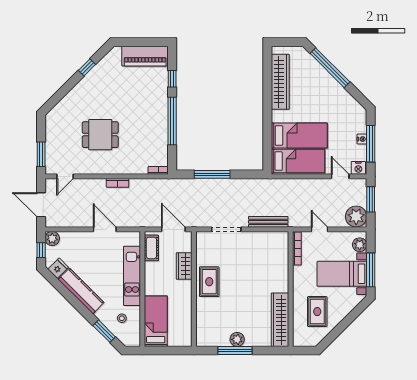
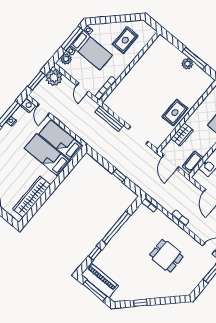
window: (142, 42) -> (95, 290), added
window: (212, 174) -> (119, 175), width x0.46
wardrobe: (280, 320) -> (152, 54), removed

